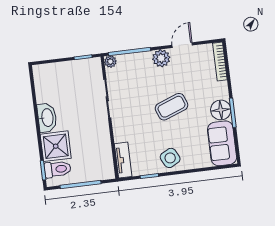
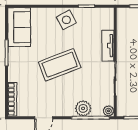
plant: (161, 58) -> (83, 108), moved
coffee table: (171, 107) -> (60, 65), width x1.36, depth x1.32
floor lamp: (221, 110) -> (17, 57), removed
tv unit: (123, 160) -> (108, 46), moved

